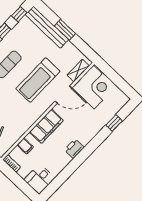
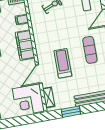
window: (65, 30) -> (71, 112), moved
treadmill: (38, 80) -> (63, 63), width x0.73, depth x0.73

